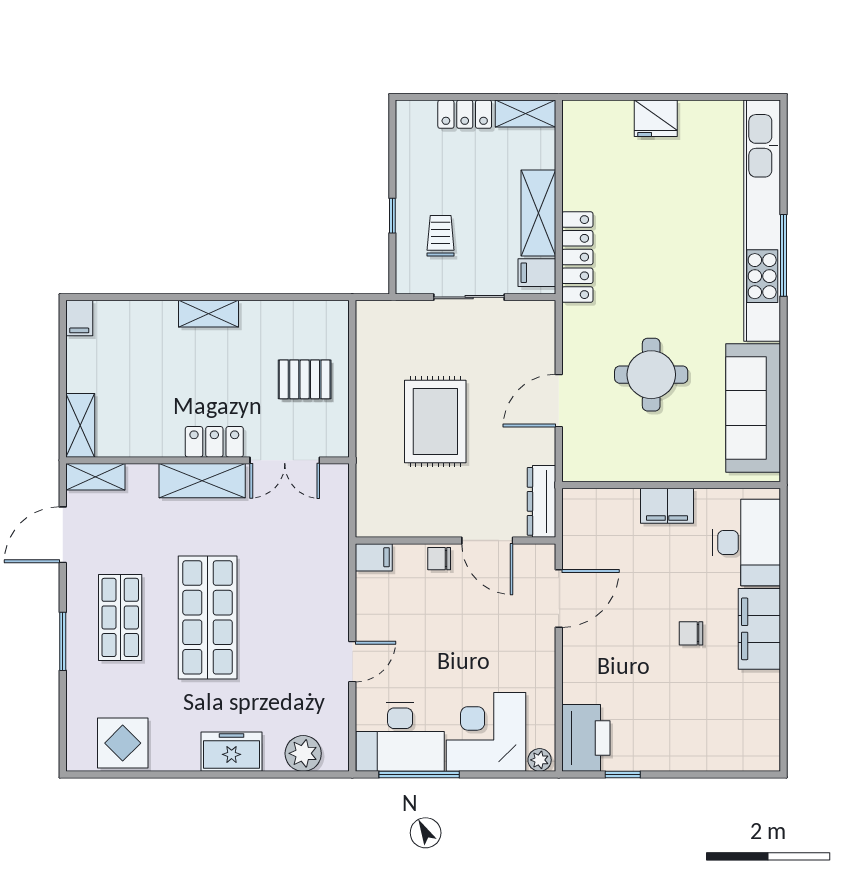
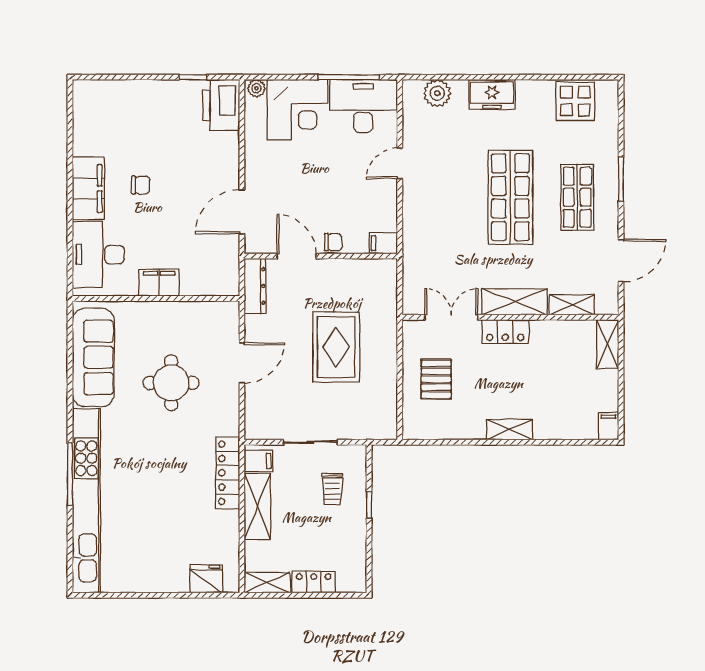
fridge: (656, 118) -> (206, 579), moved
pallet: (305, 379) -> (436, 379), turned 90
shelving: (95, 477) -> (572, 305), moved

